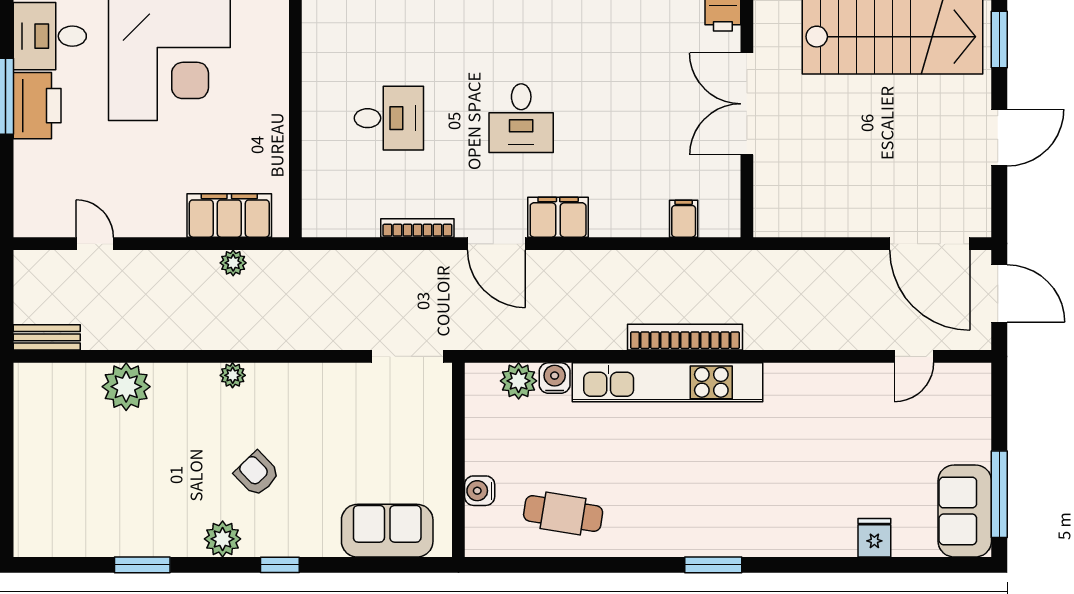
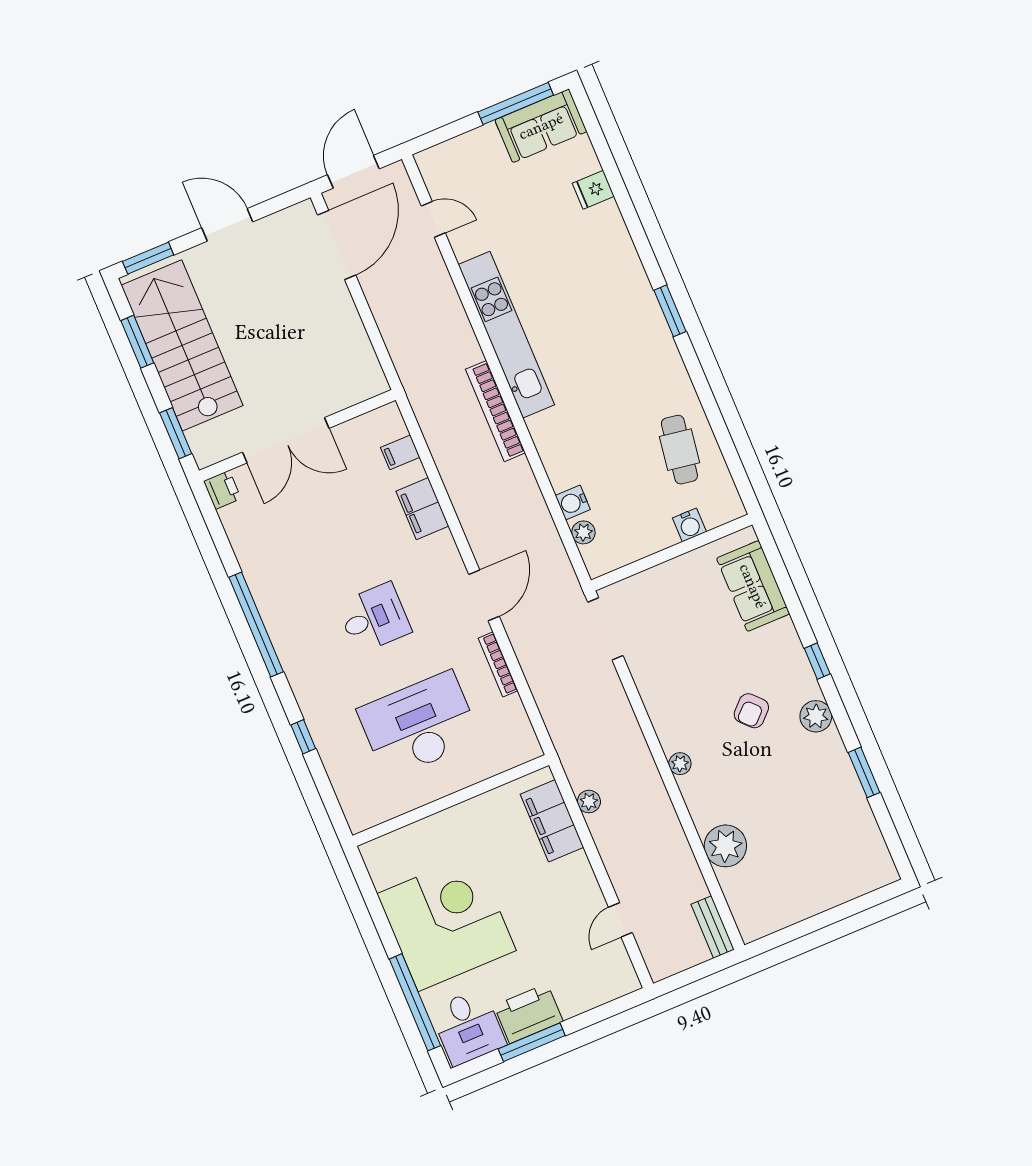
desk: (389, 118) -> (419, 725), width x1.87, depth x1.30
filing cabinet: (558, 217) -> (422, 509), moved
plant: (519, 381) -> (583, 532), width x0.73, depth x0.73
kitchen unit: (668, 382) -> (506, 335), moved

